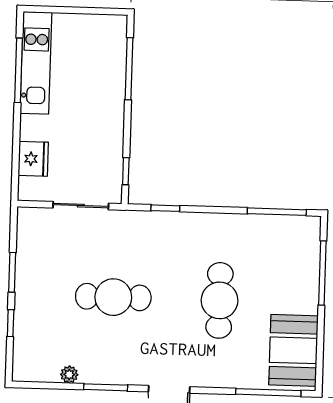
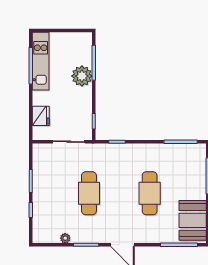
plant: (107, 91) -> (82, 76), added
cafe table: (113, 297) -> (89, 193), turned 90

